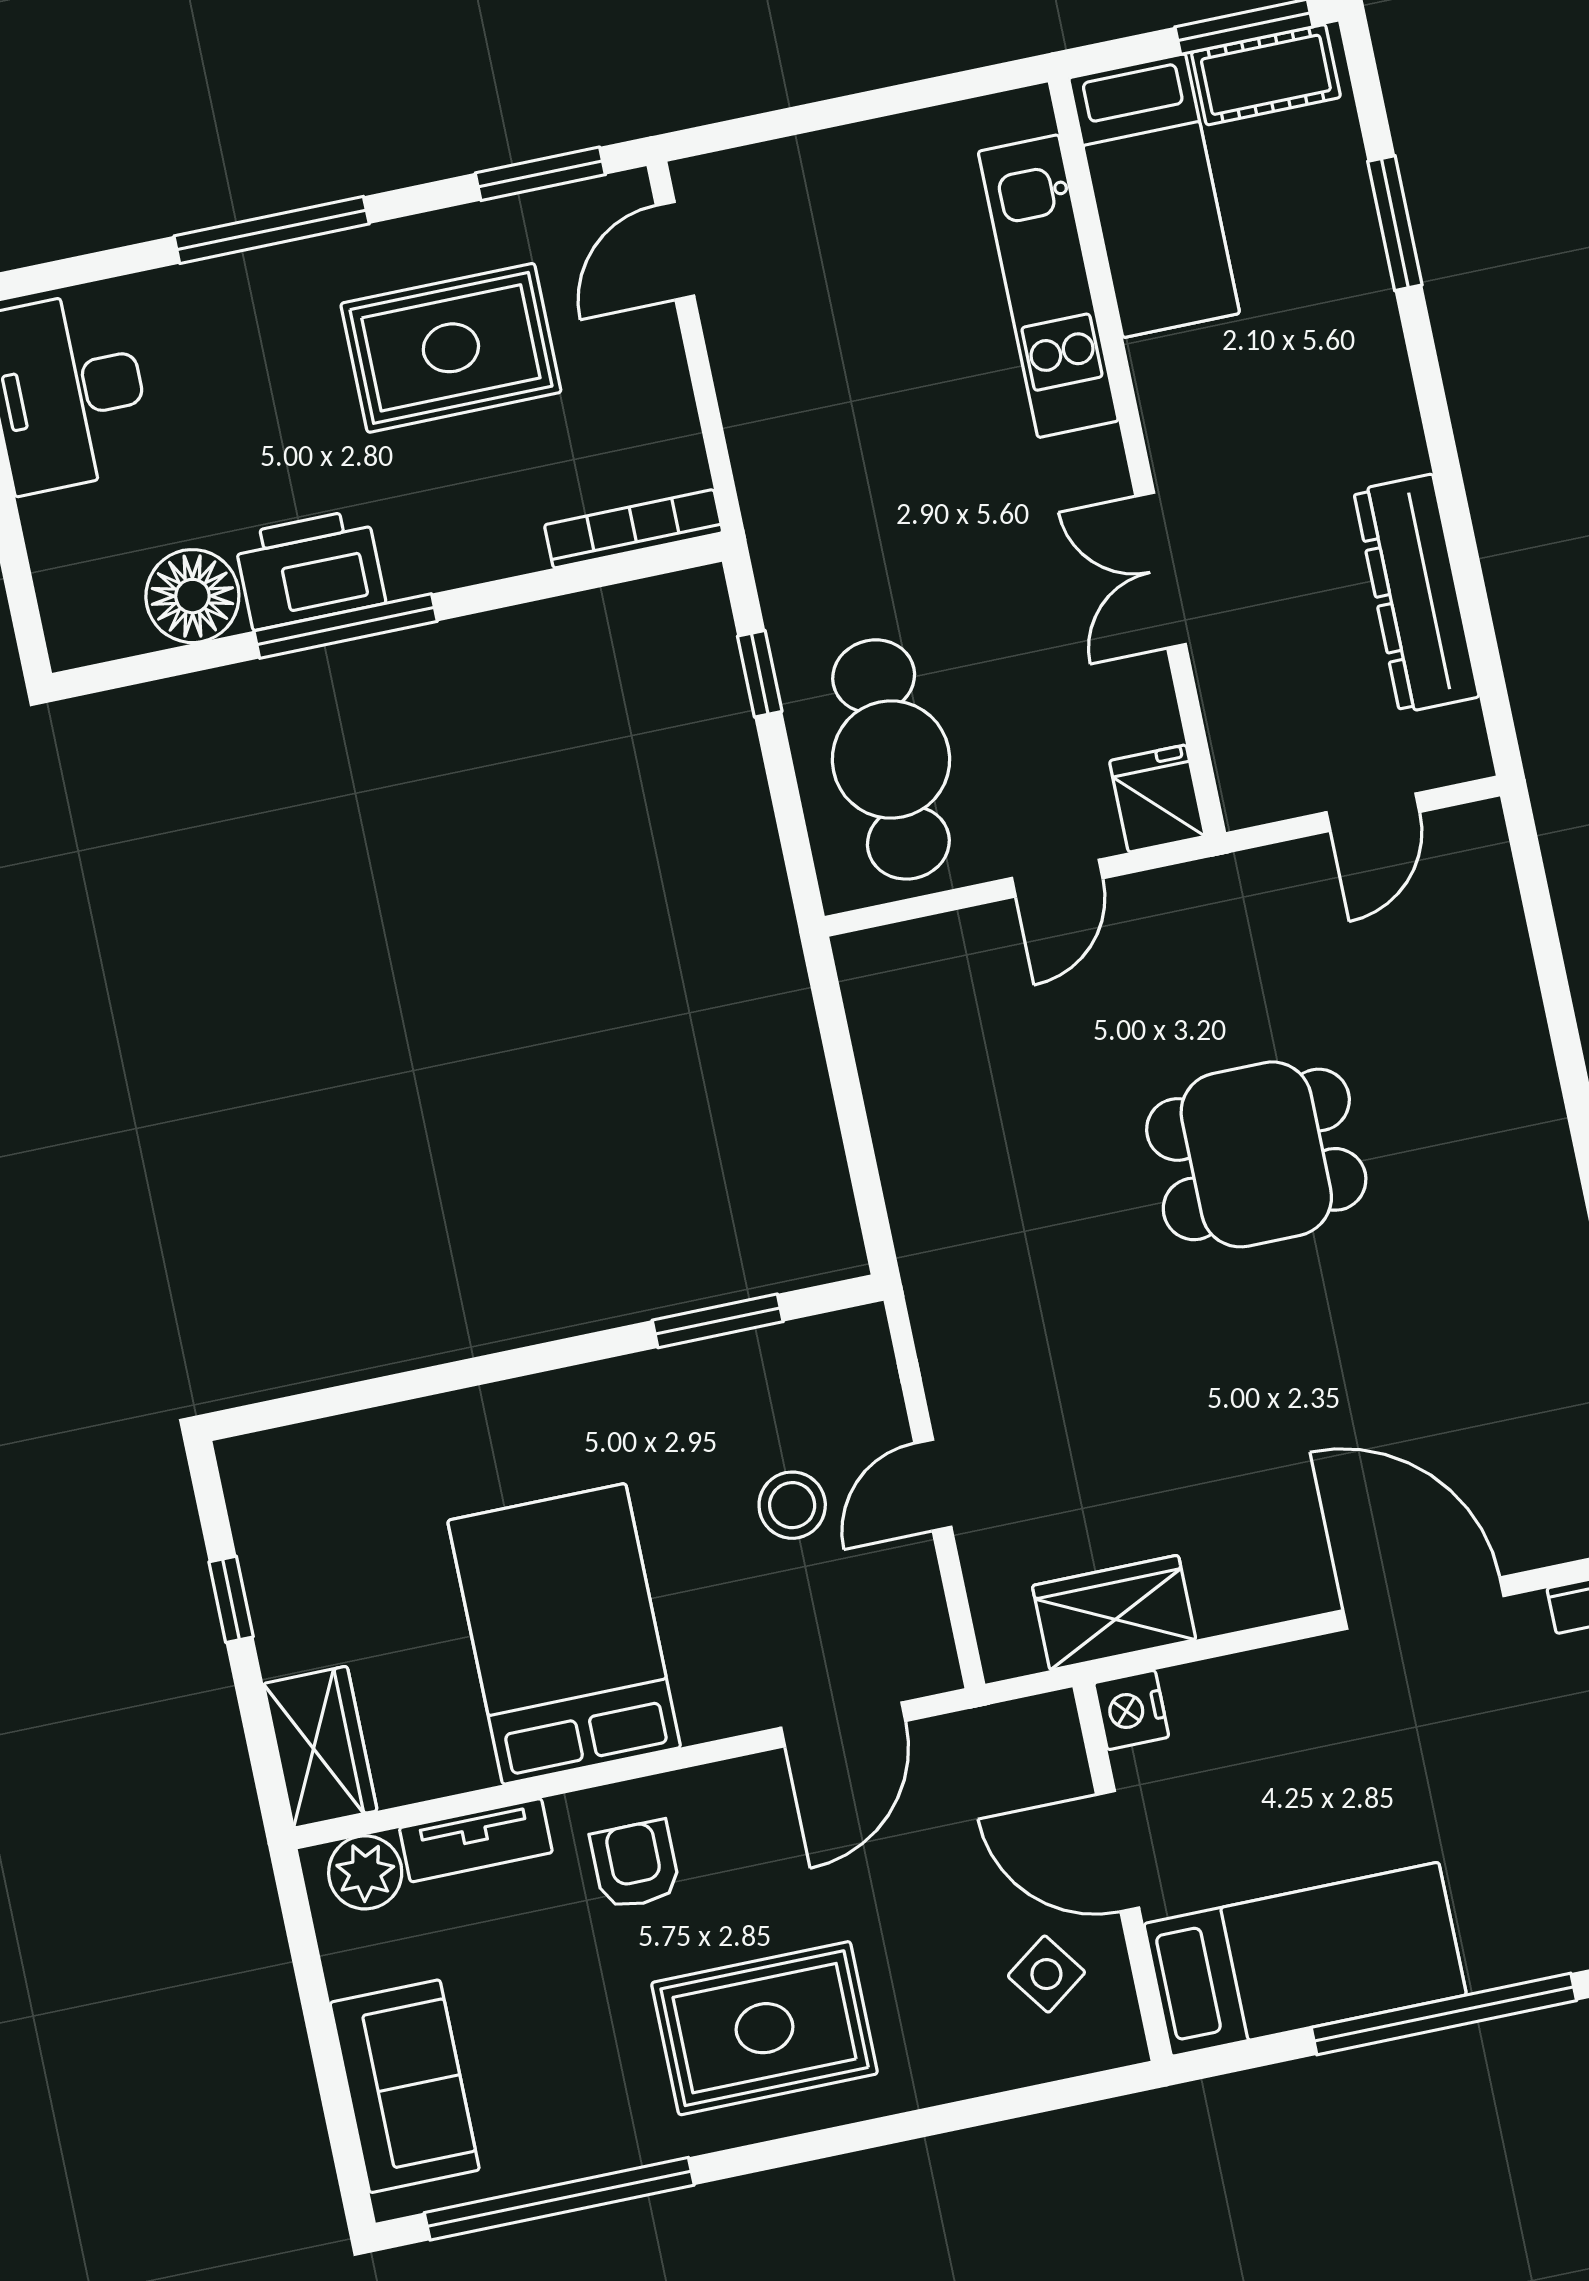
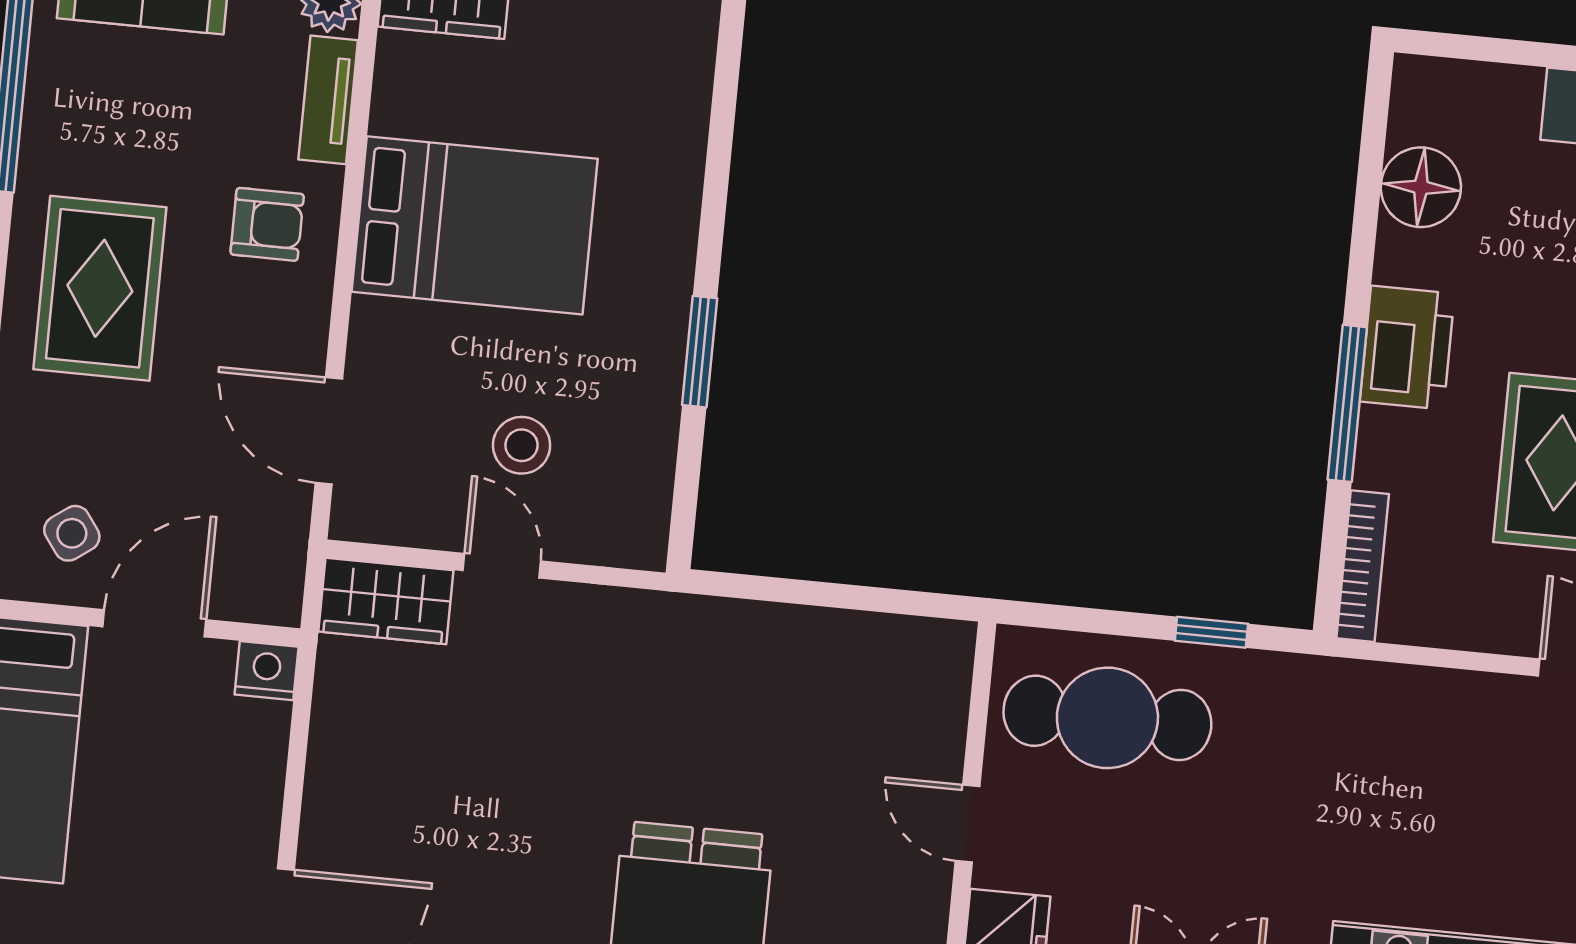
printer: (310, 569) -> (1407, 348), moved
window: (346, 626) -> (1347, 403), moved
window: (718, 1321) -> (700, 352), moved
wardrobe: (1114, 1613) -> (386, 601), moved, turned 90

